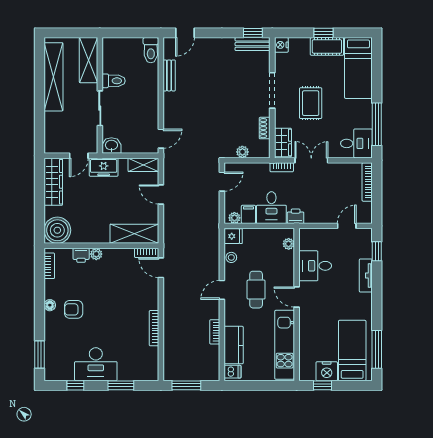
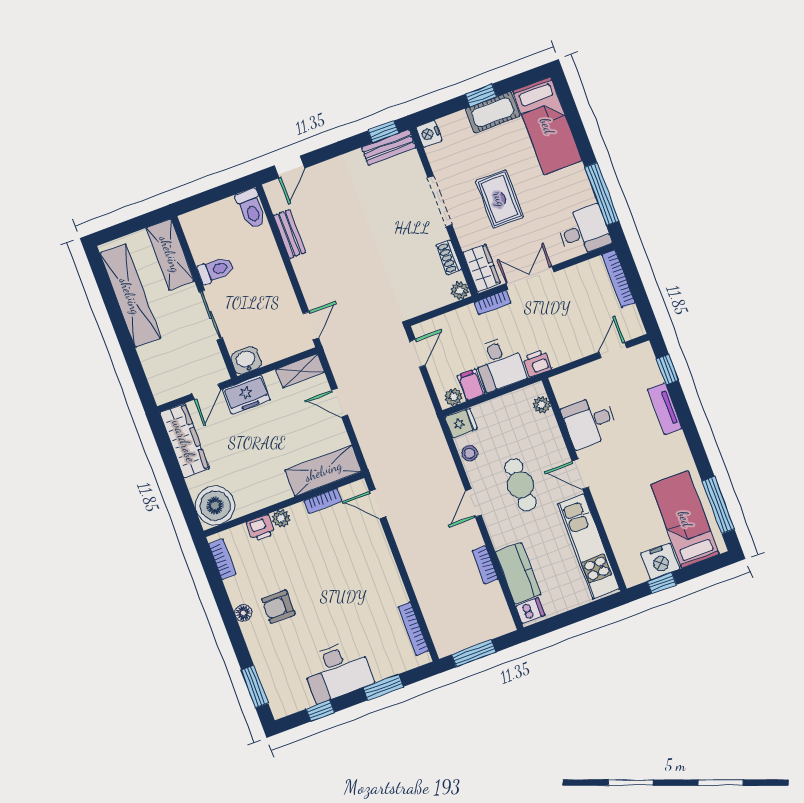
plant: (242, 152) -> (460, 291), moved
bookcase: (147, 253) -> (323, 501), moved
bookcase: (154, 328) -> (413, 629), moved

